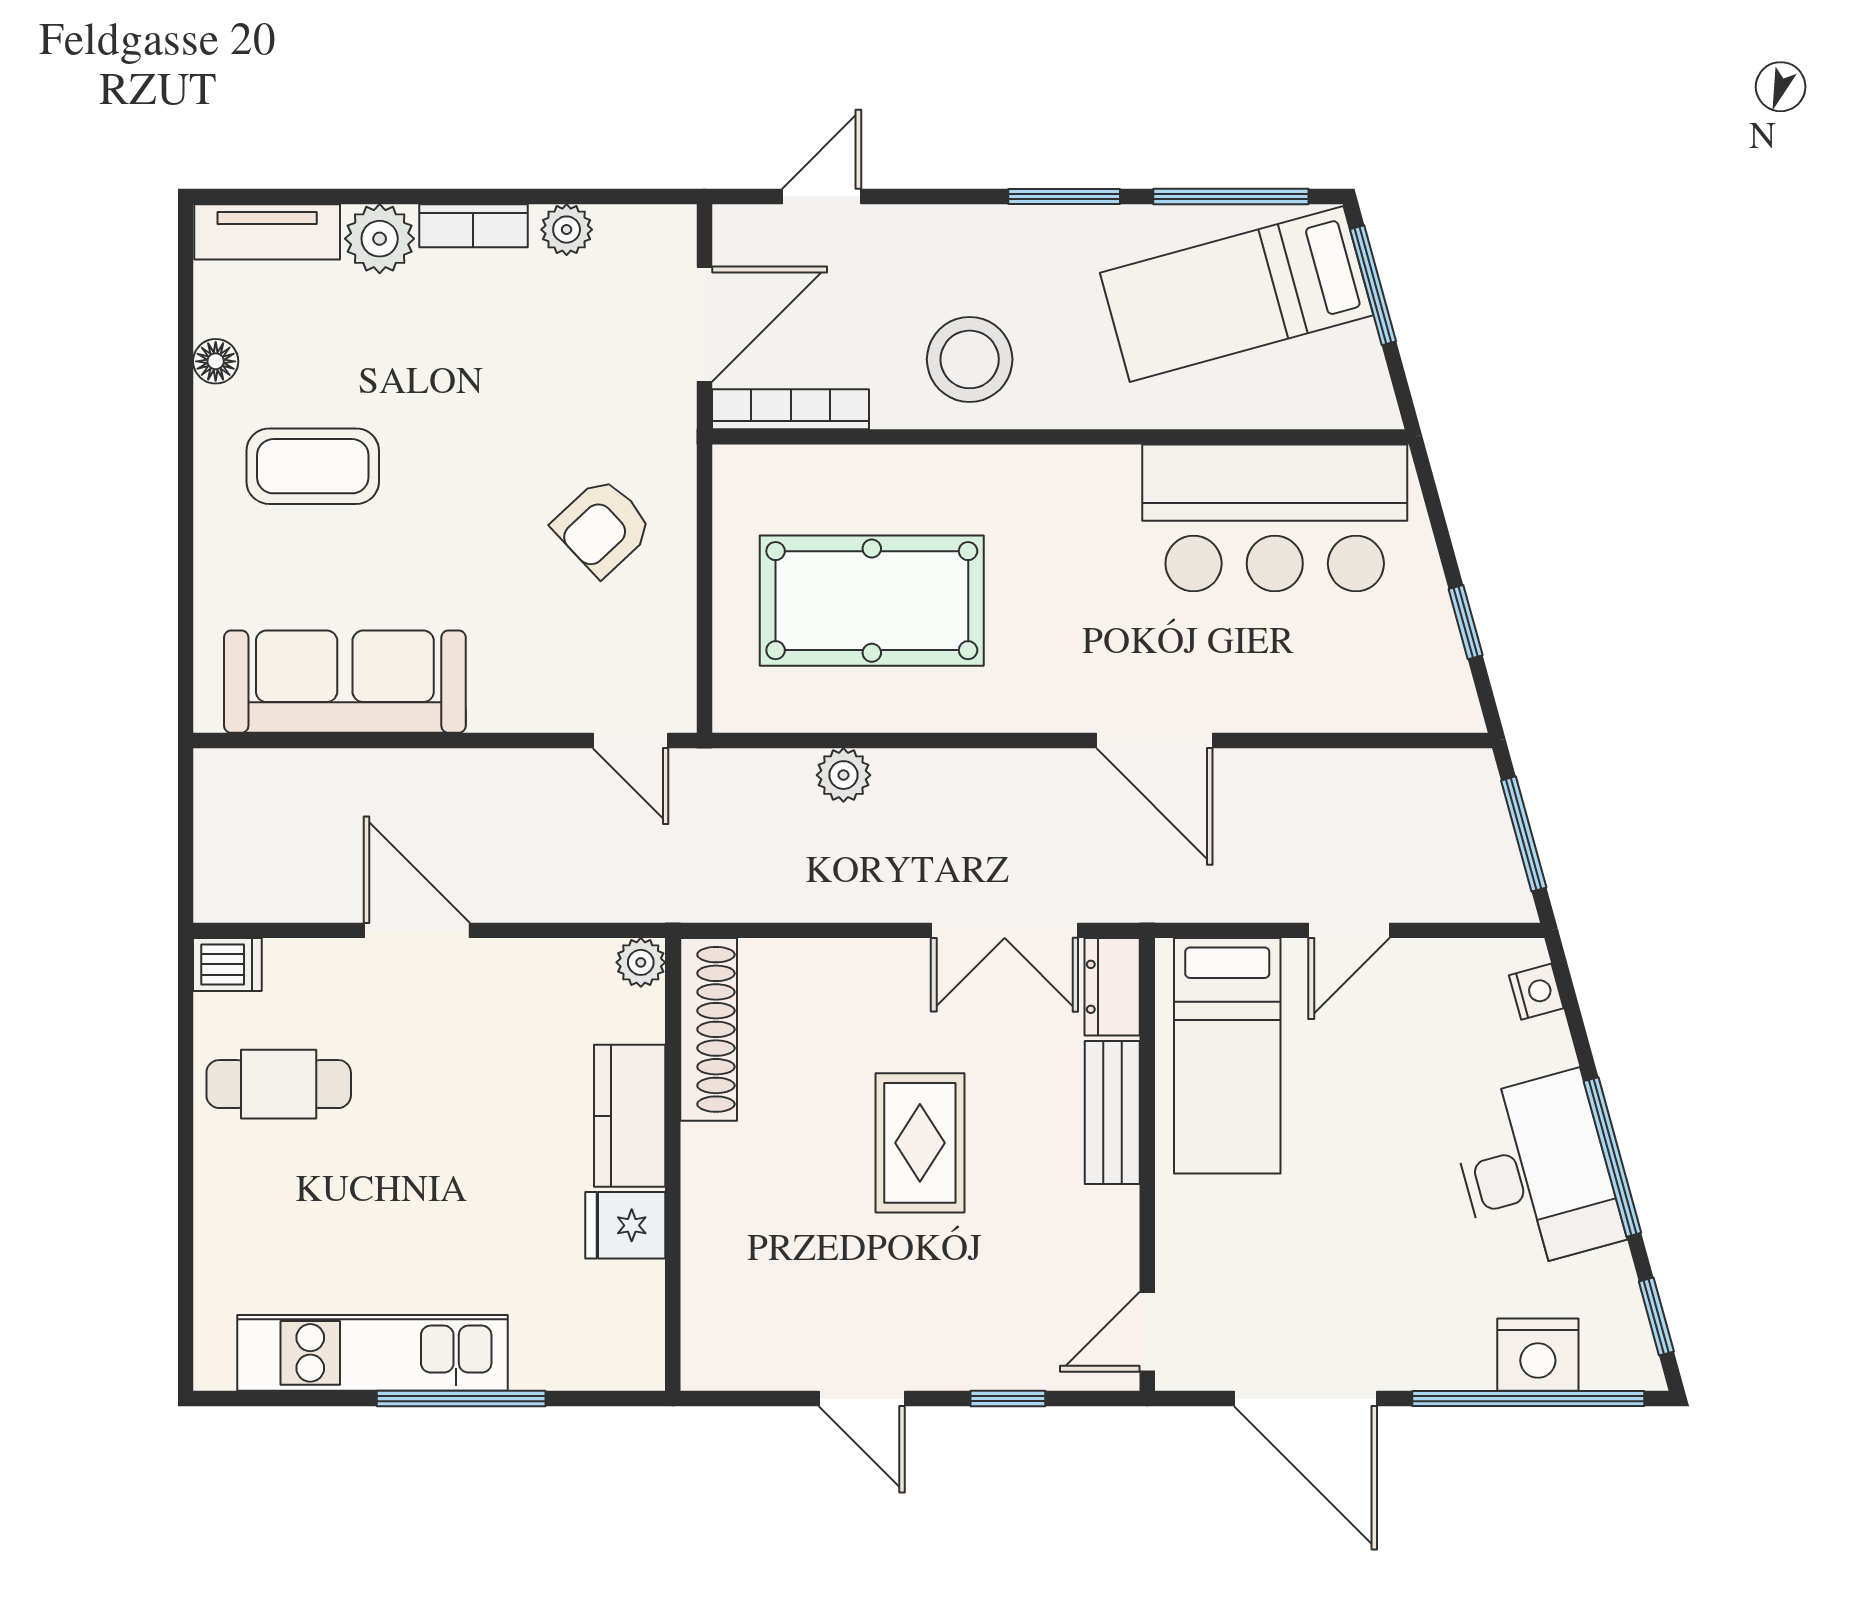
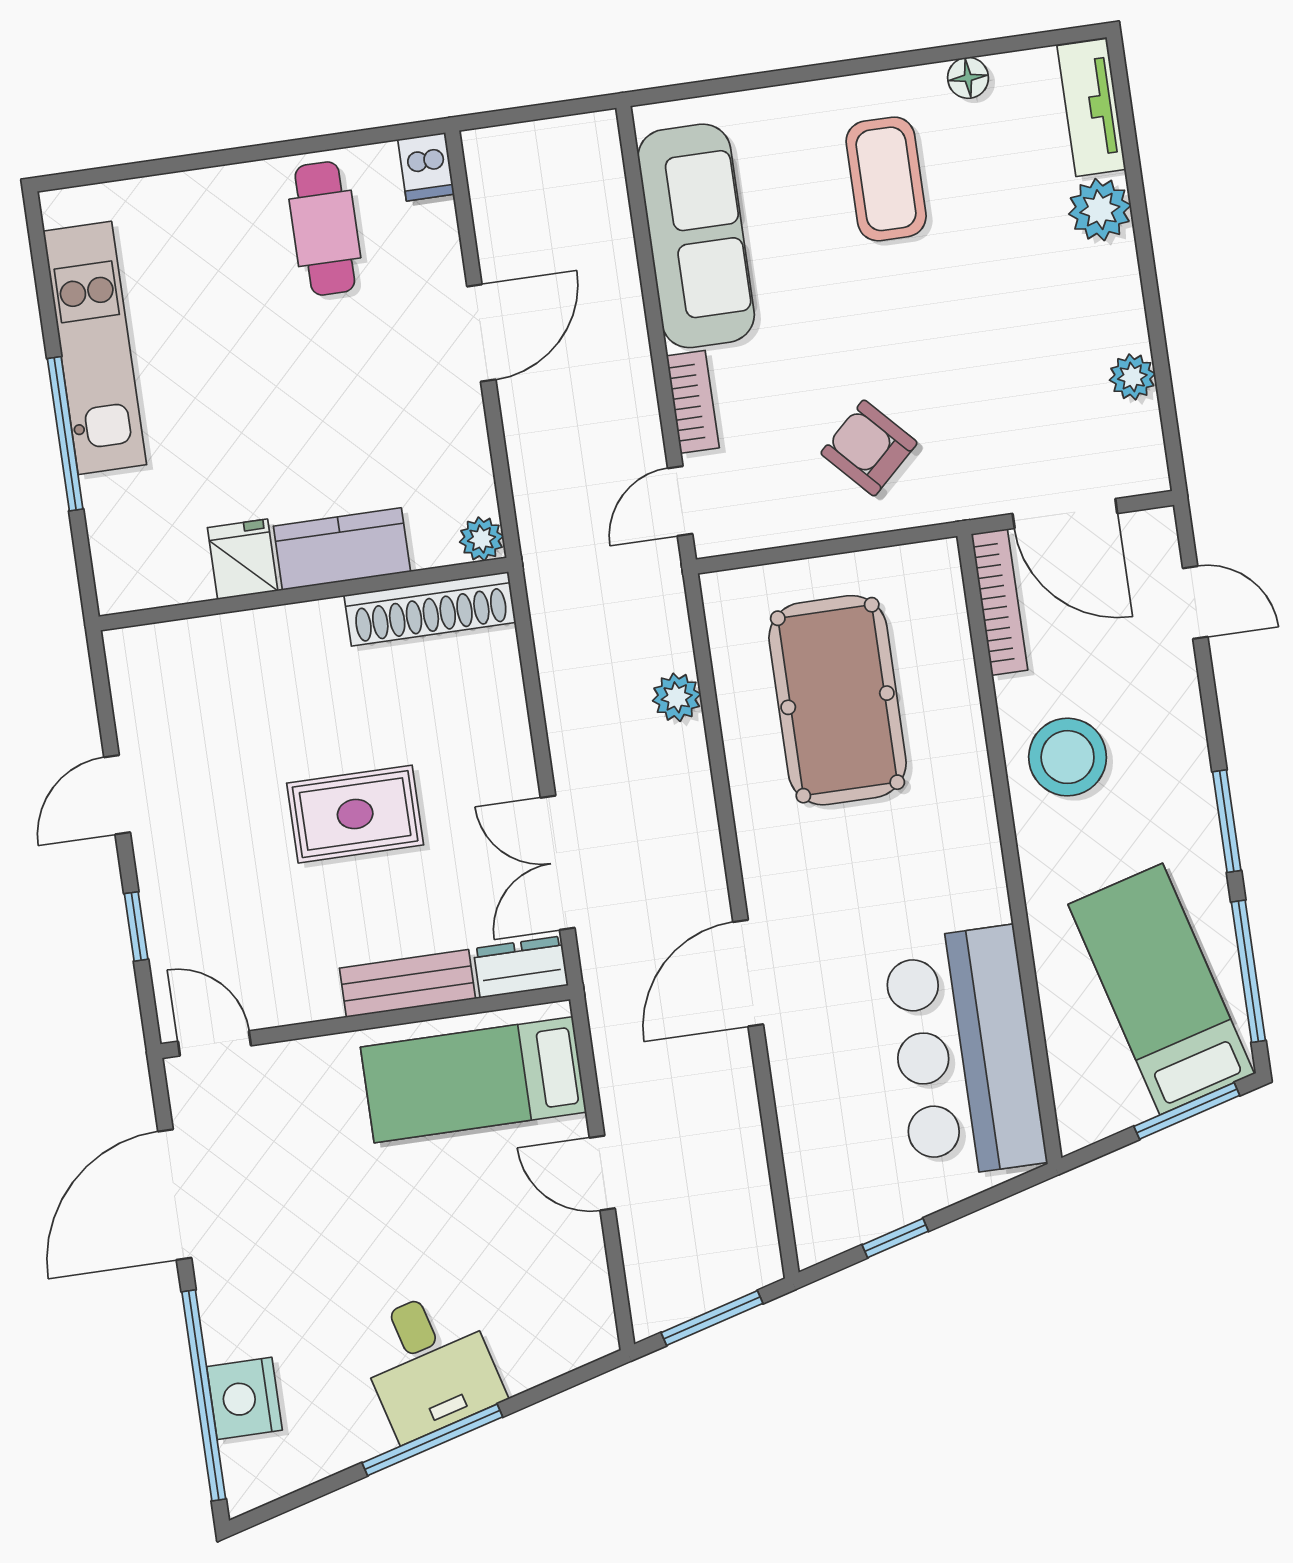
bookcase: (473, 226) -> (693, 402), moved, turned 180
nightstand: (1536, 992) -> (571, 1350), removed
desk: (1536, 1172) -> (429, 1364), width x0.73
window: (1656, 1317) -> (294, 1500), removed

